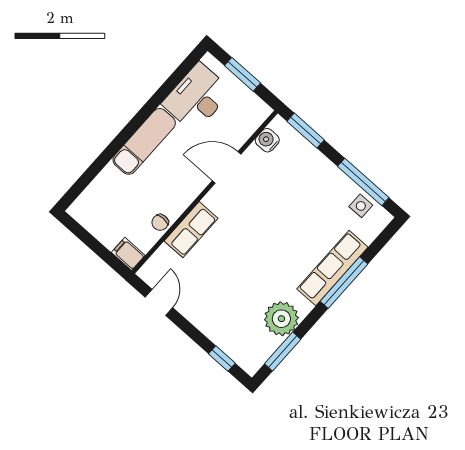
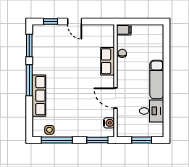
desk: (197, 97) -> (152, 111), width x0.73
door: (227, 167) -> (115, 98), swing flipped
window: (344, 283) -> (29, 80), moved
door: (159, 302) -> (75, 22), moved
plant: (281, 319) -> (41, 58), removed

